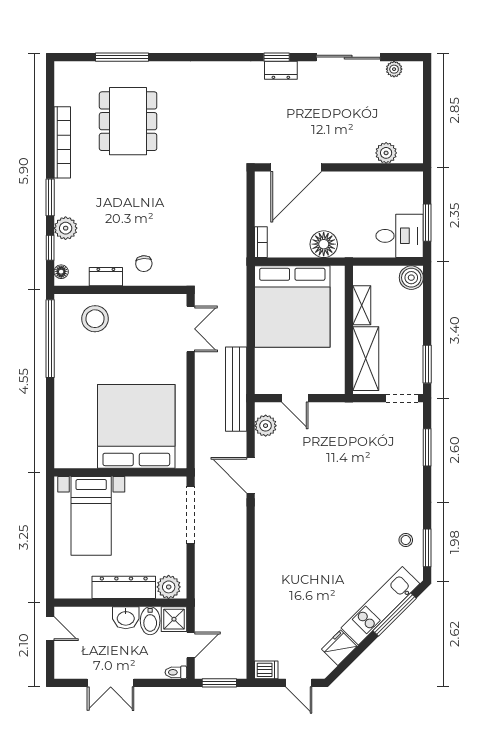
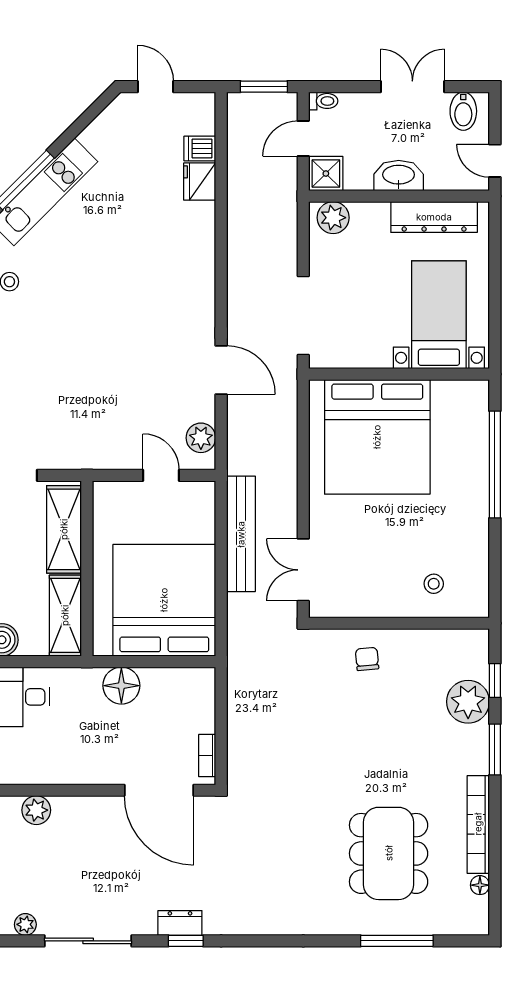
door: (296, 167) -> (159, 790), swing flipped
plant: (66, 228) -> (468, 702), width x1.36, depth x1.36
bookcase: (261, 242) -> (207, 756), moved
floor lamp: (61, 272) -> (480, 885), moved
dresser: (106, 277) -> (419, 641), removed
shelving: (362, 305) -> (65, 615), width x1.50, depth x1.33
stool: (95, 319) -> (434, 584), width x0.53, depth x0.53
window: (50, 339) -> (495, 465), moved
bench: (236, 389) -> (241, 534), moved
dresser: (124, 587) -> (434, 217), moved
washbasin: (126, 618) -> (399, 176), width x1.38
bidet: (150, 621) -> (463, 111), moved, turned 180
fridge: (339, 648) -> (200, 182), moved, turned 135
dishwasher: (266, 670) -> (200, 149), moved

